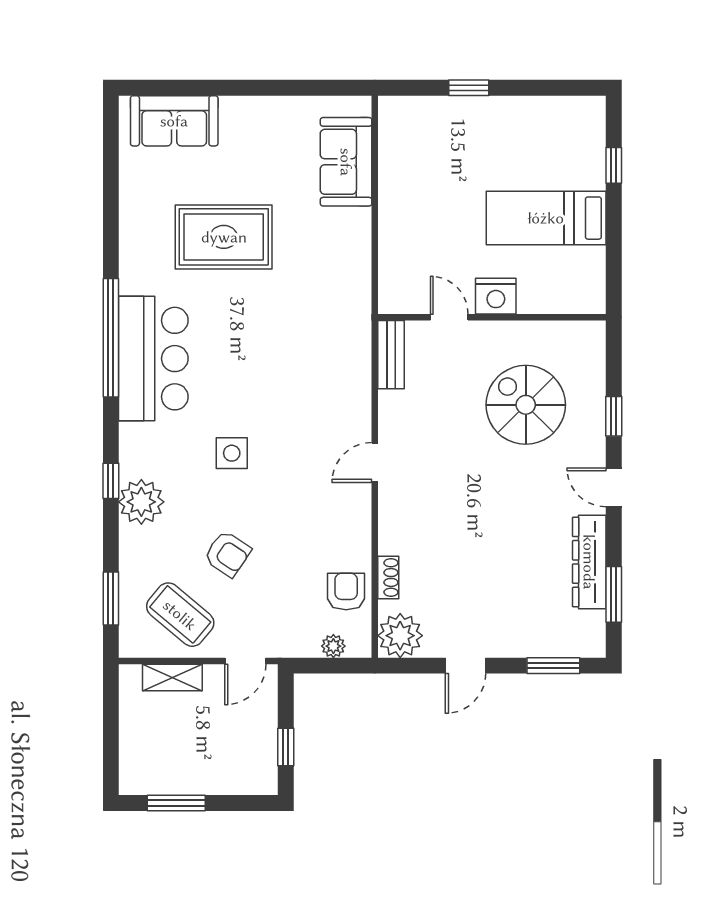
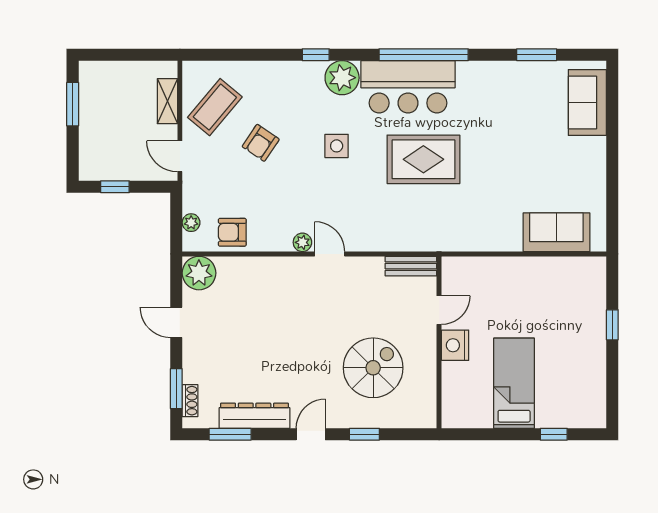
rug: (224, 237) -> (423, 159), moved, turned 90
plant: (359, 498) -> (302, 242), added
plant: (141, 502) -> (342, 78), moved
shoe rack: (388, 577) -> (190, 401), moved, turned -90
armchair: (346, 591) -> (232, 232), turned 180
window: (111, 599) -> (537, 55), moved

